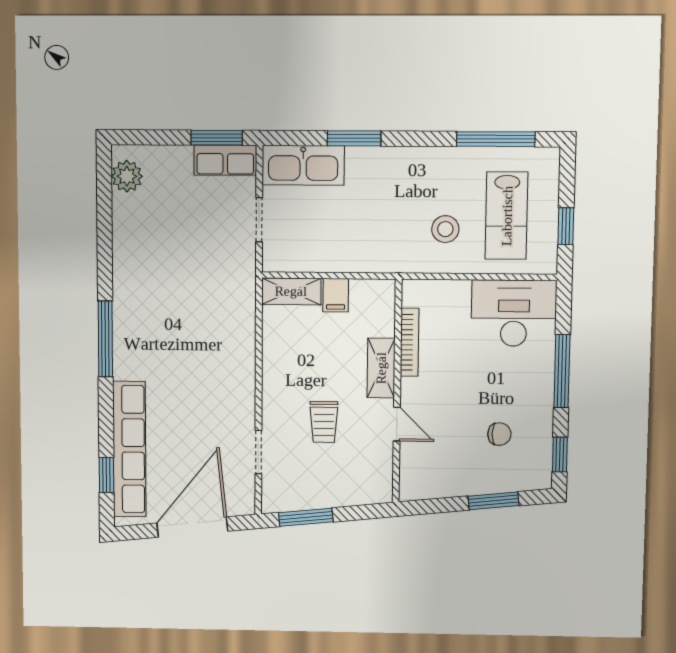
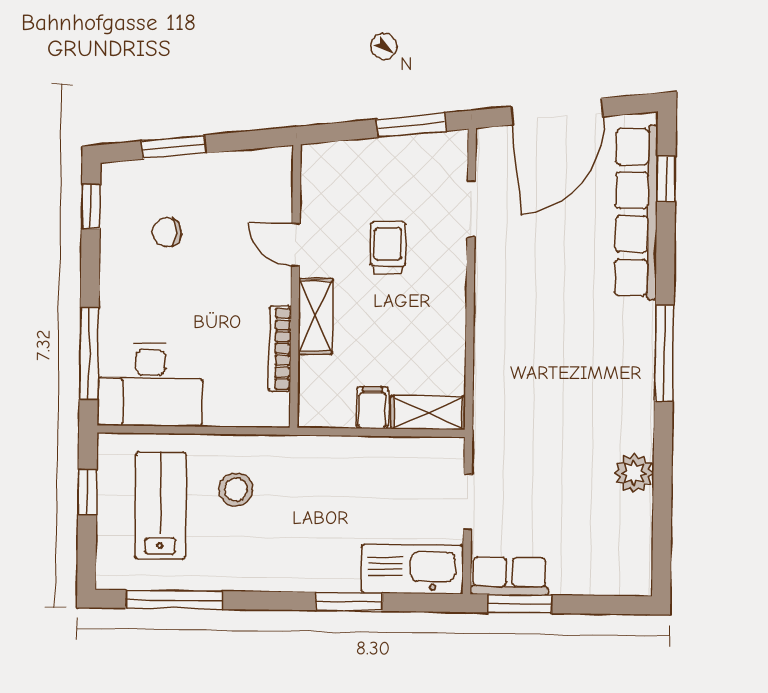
plant: (127, 176) -> (634, 473), moved
window: (562, 371) -> (89, 353), moved

